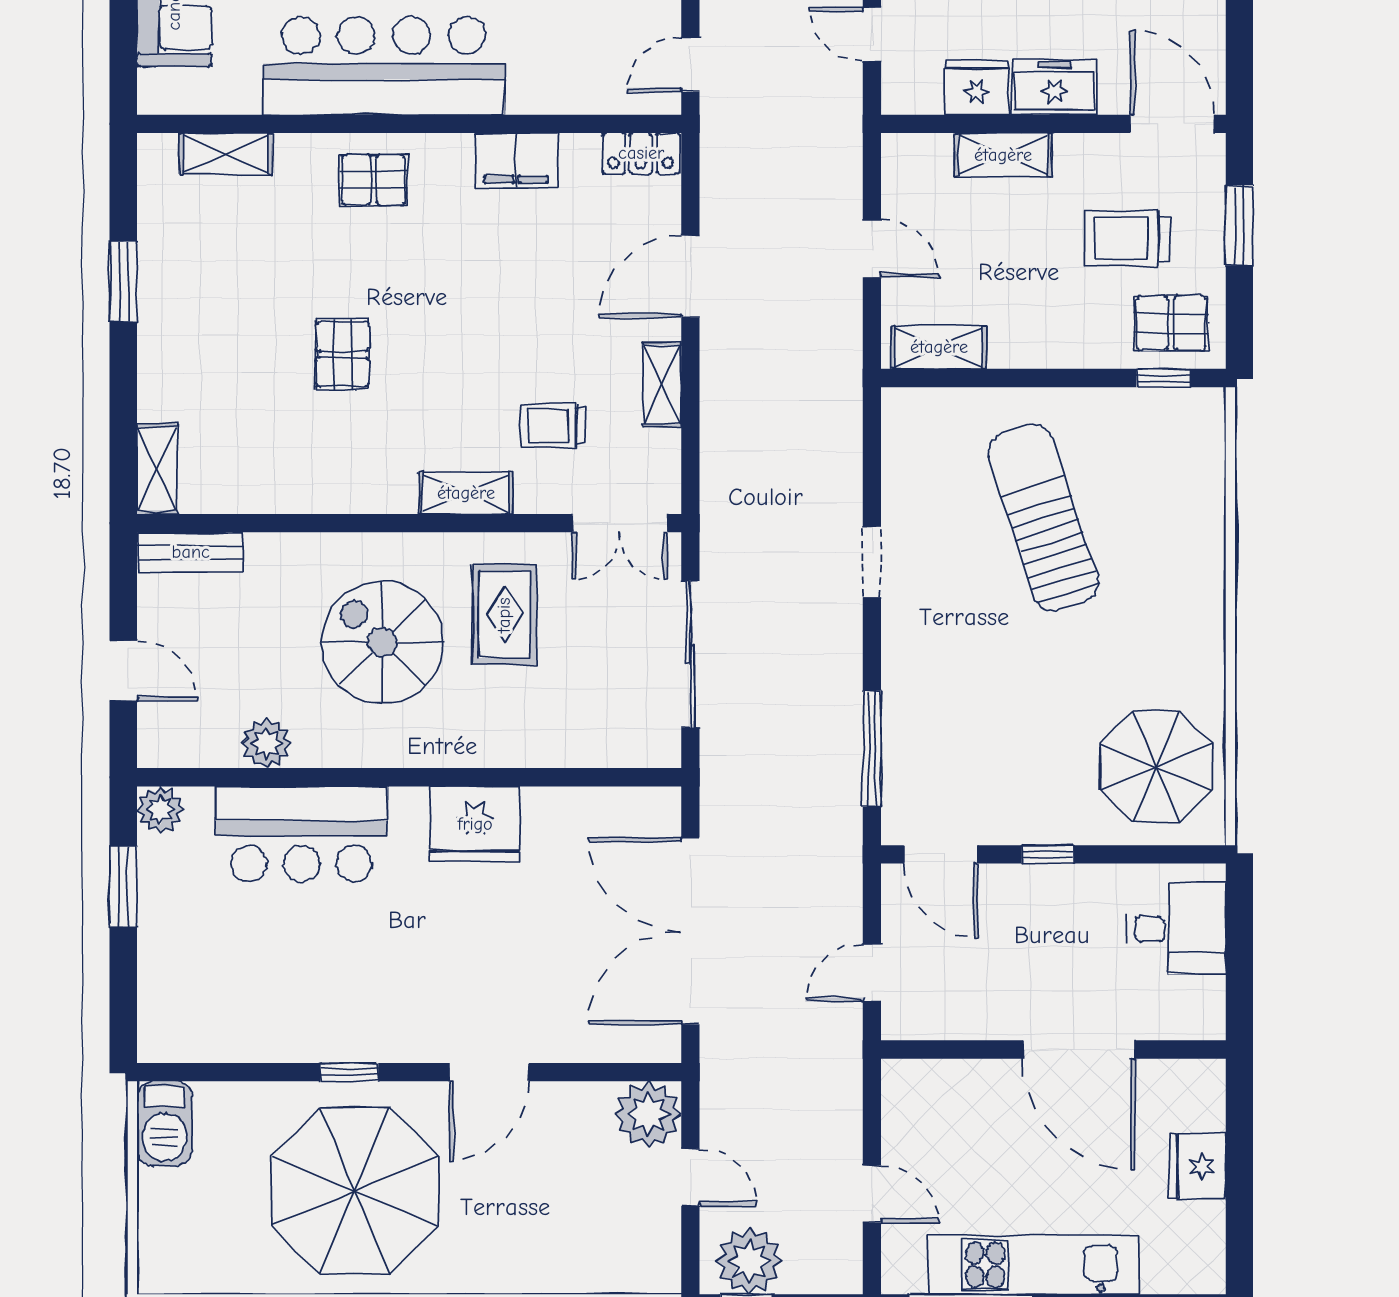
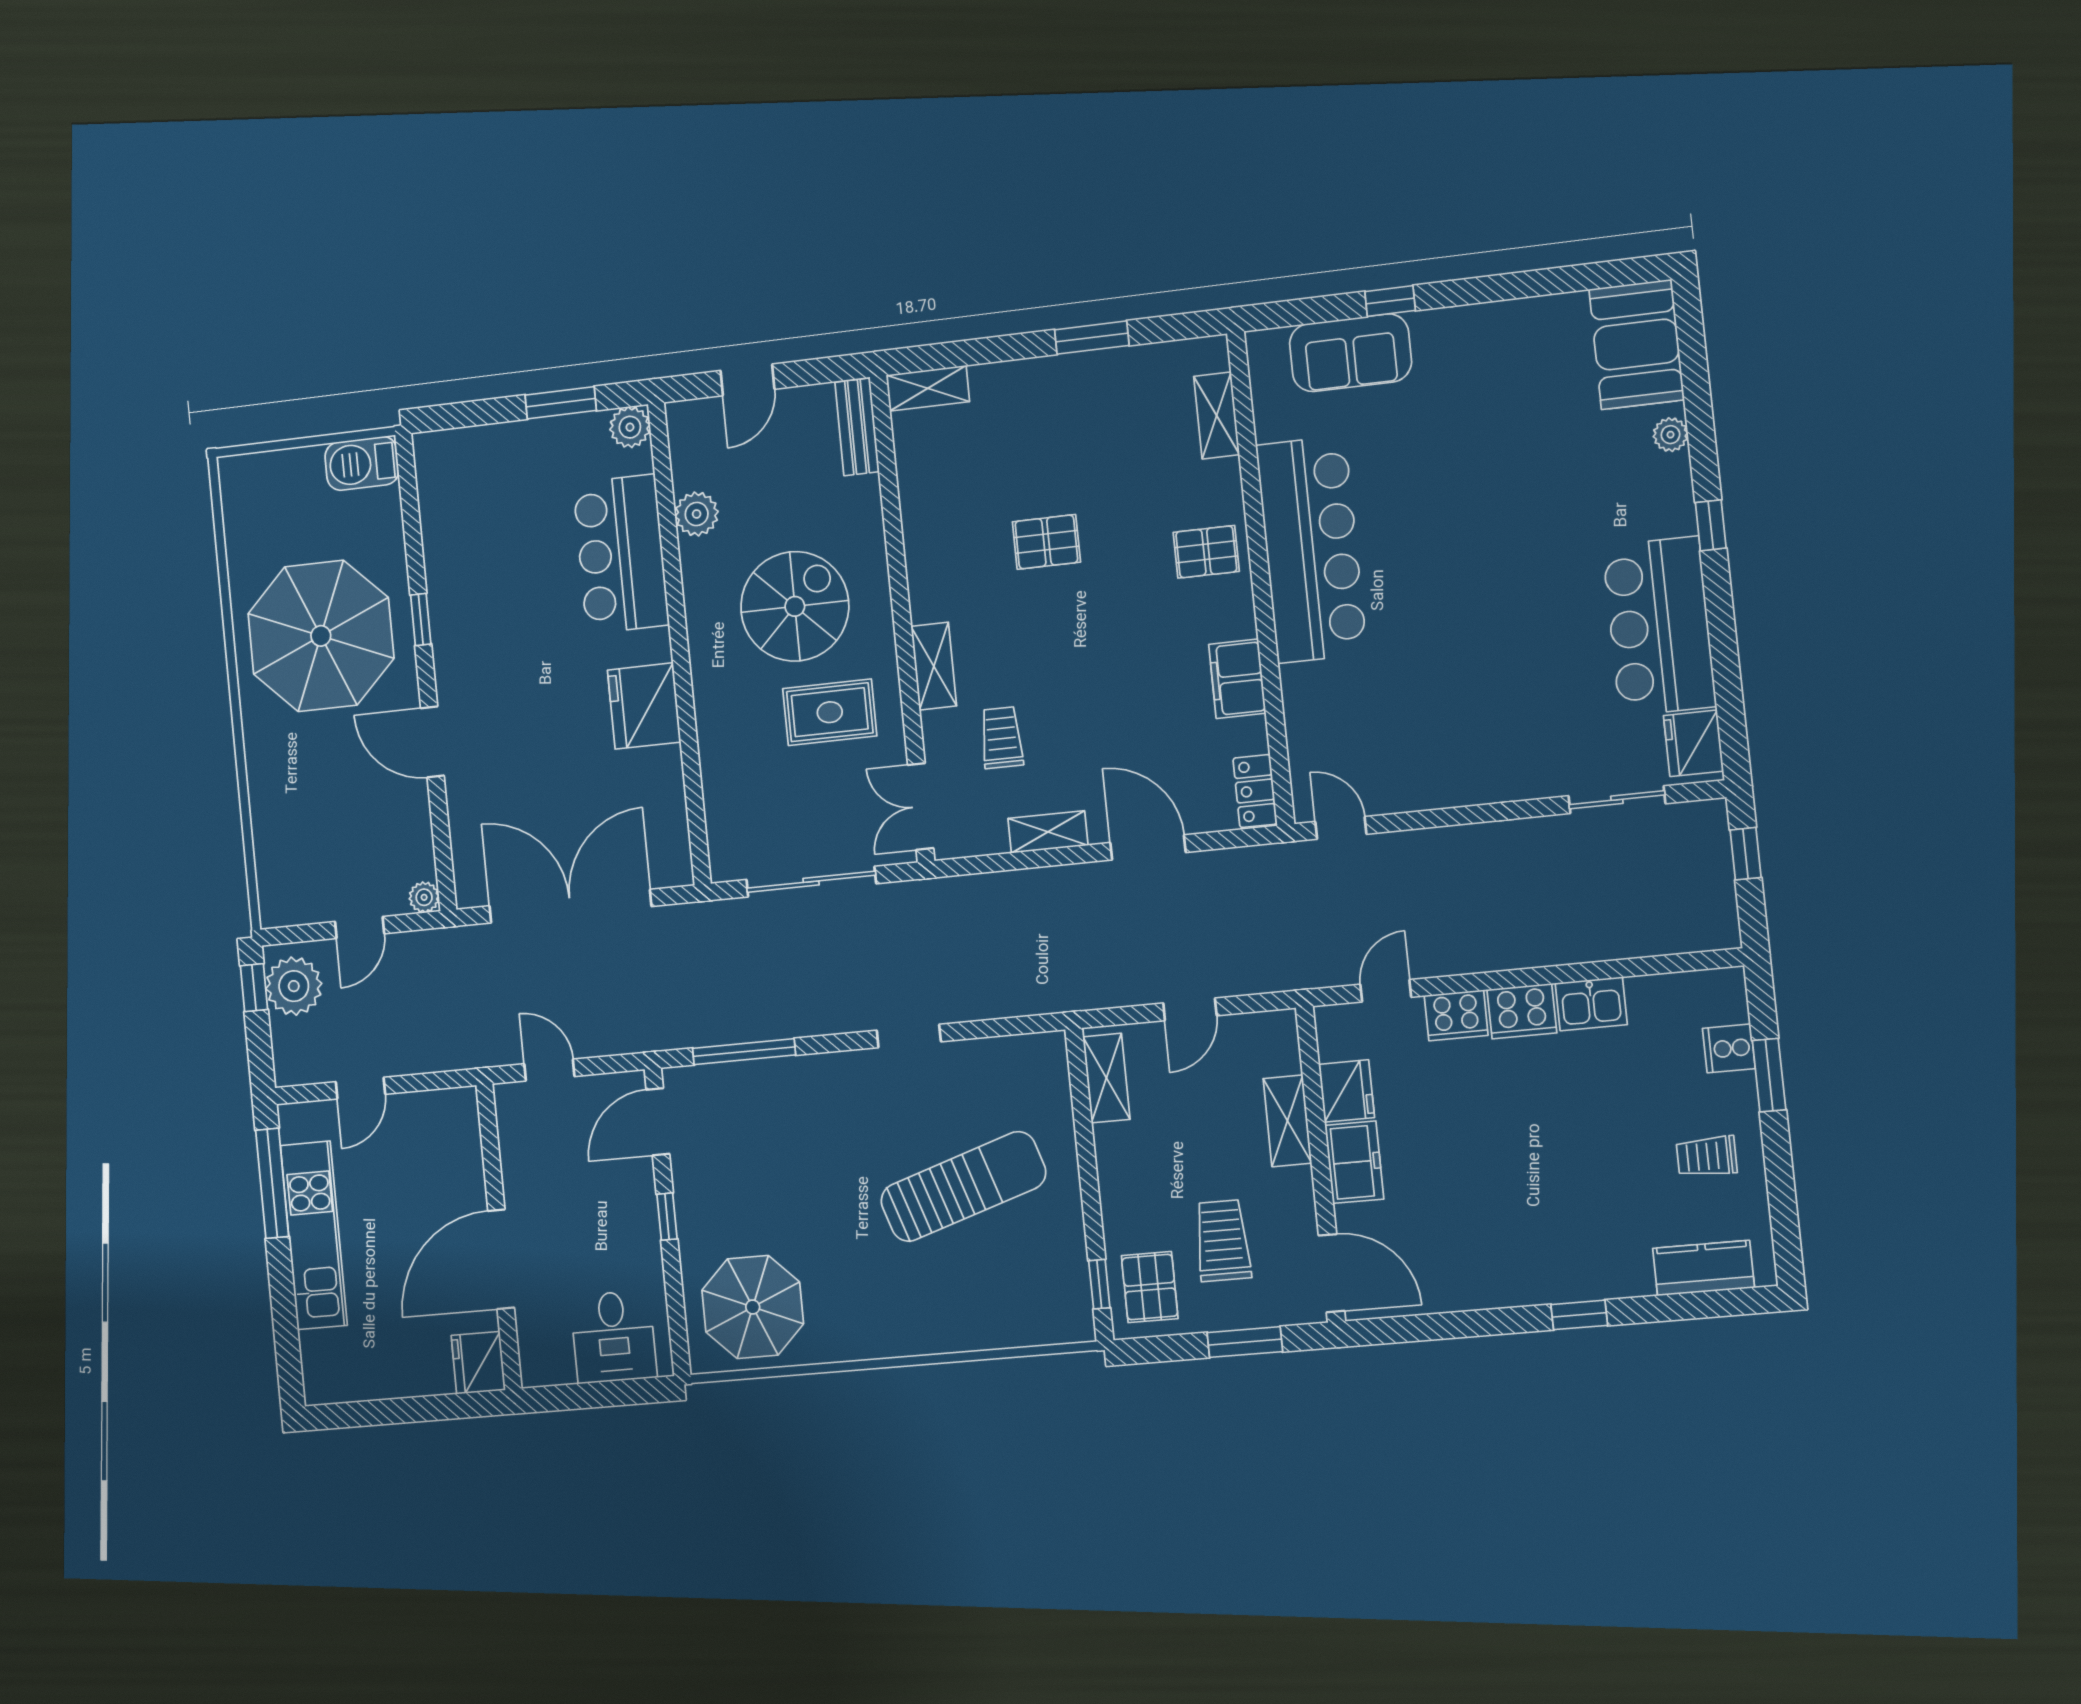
door: (1172, 124) -> (1332, 1273), hinge flipped
pallet: (373, 180) -> (1206, 552), turned 90
plant: (648, 1114) -> (424, 897), width x0.53, depth x0.53
fridge: (1197, 1166) -> (478, 1363), moved, turned -90

